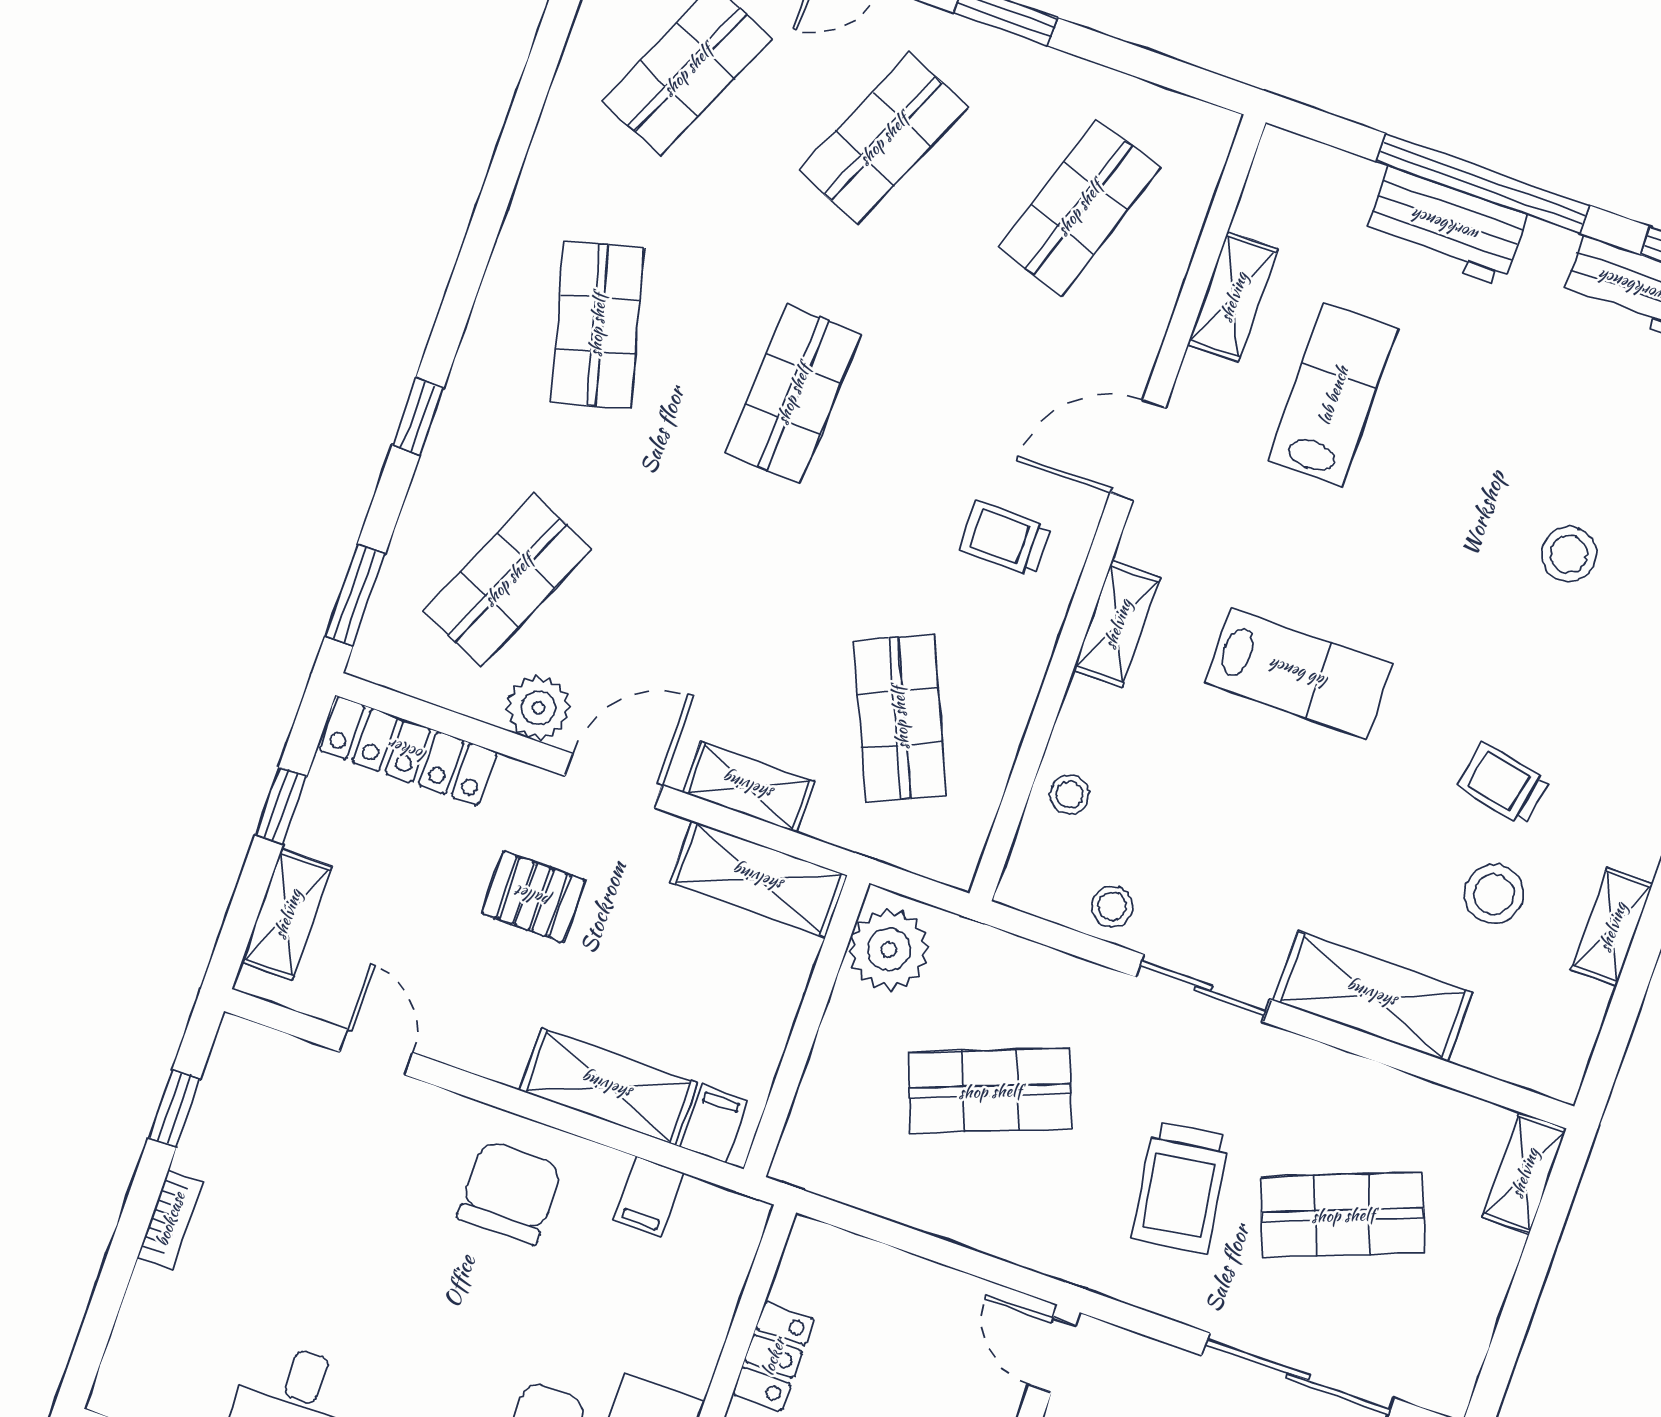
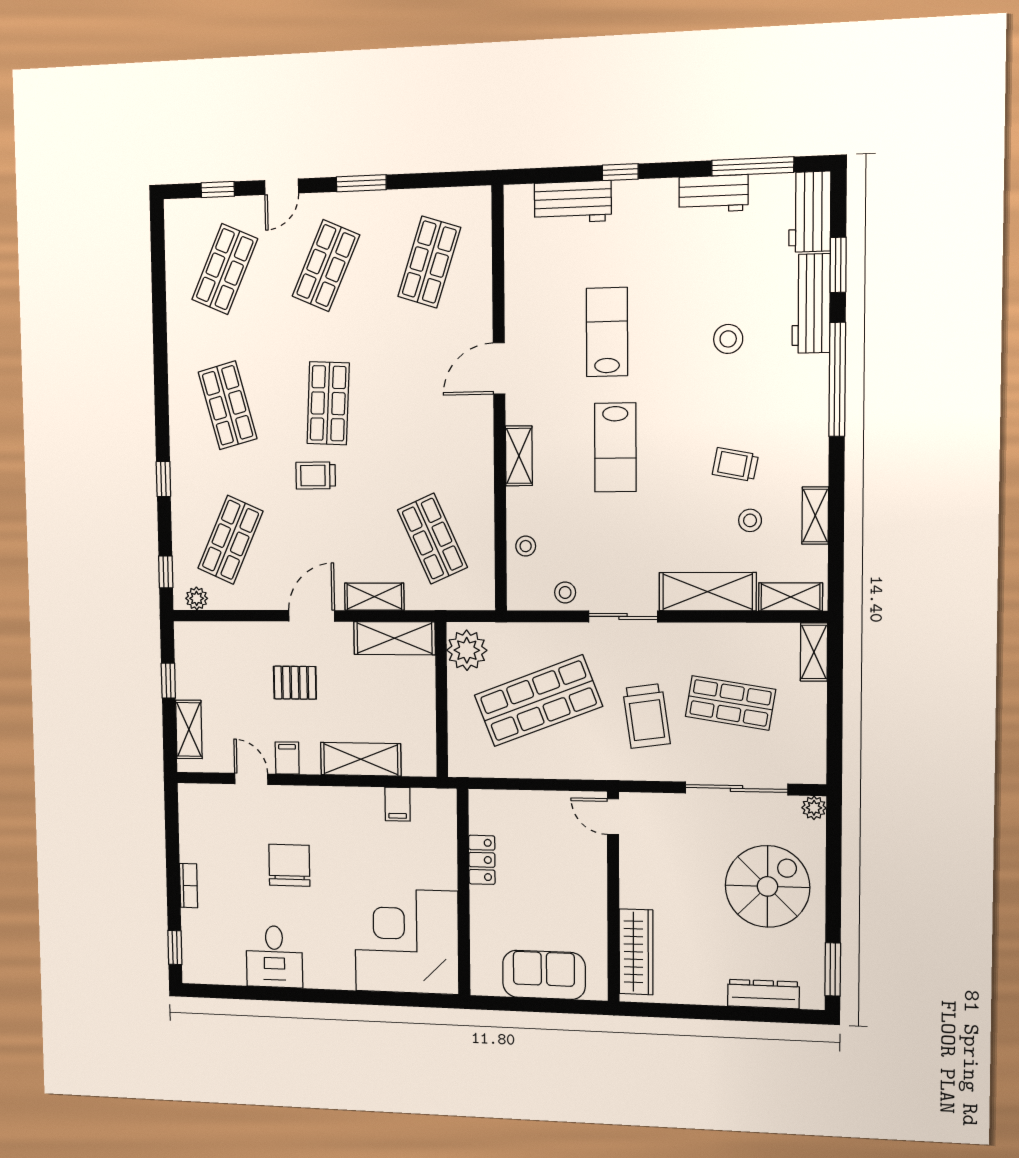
window: (1483, 183) -> (620, 172), width x0.32
workbench: (1446, 226) -> (573, 202), moved
shelving: (1233, 297) -> (790, 597), moved, turned 90
lab bench: (1333, 395) -> (607, 332), moved
trolley: (1005, 538) -> (316, 476), moved
window: (355, 595) -> (166, 572), width x0.67
lab bench: (1299, 674) -> (615, 447), turned 90
plant: (538, 708) -> (197, 598), moved, width x0.73, depth x0.73
locker: (408, 751) -> (215, 635), removed
stool: (1494, 894) -> (750, 520), width x0.73, depth x0.73
shop shelf: (990, 1091) -> (538, 701), width x1.43, depth x1.36
window: (174, 1109) -> (175, 948), moved
filing cabinet: (714, 1124) -> (287, 758), moved
chair: (510, 1192) -> (289, 865), moved
shop shelf: (1343, 1215) -> (730, 703), turned 30

